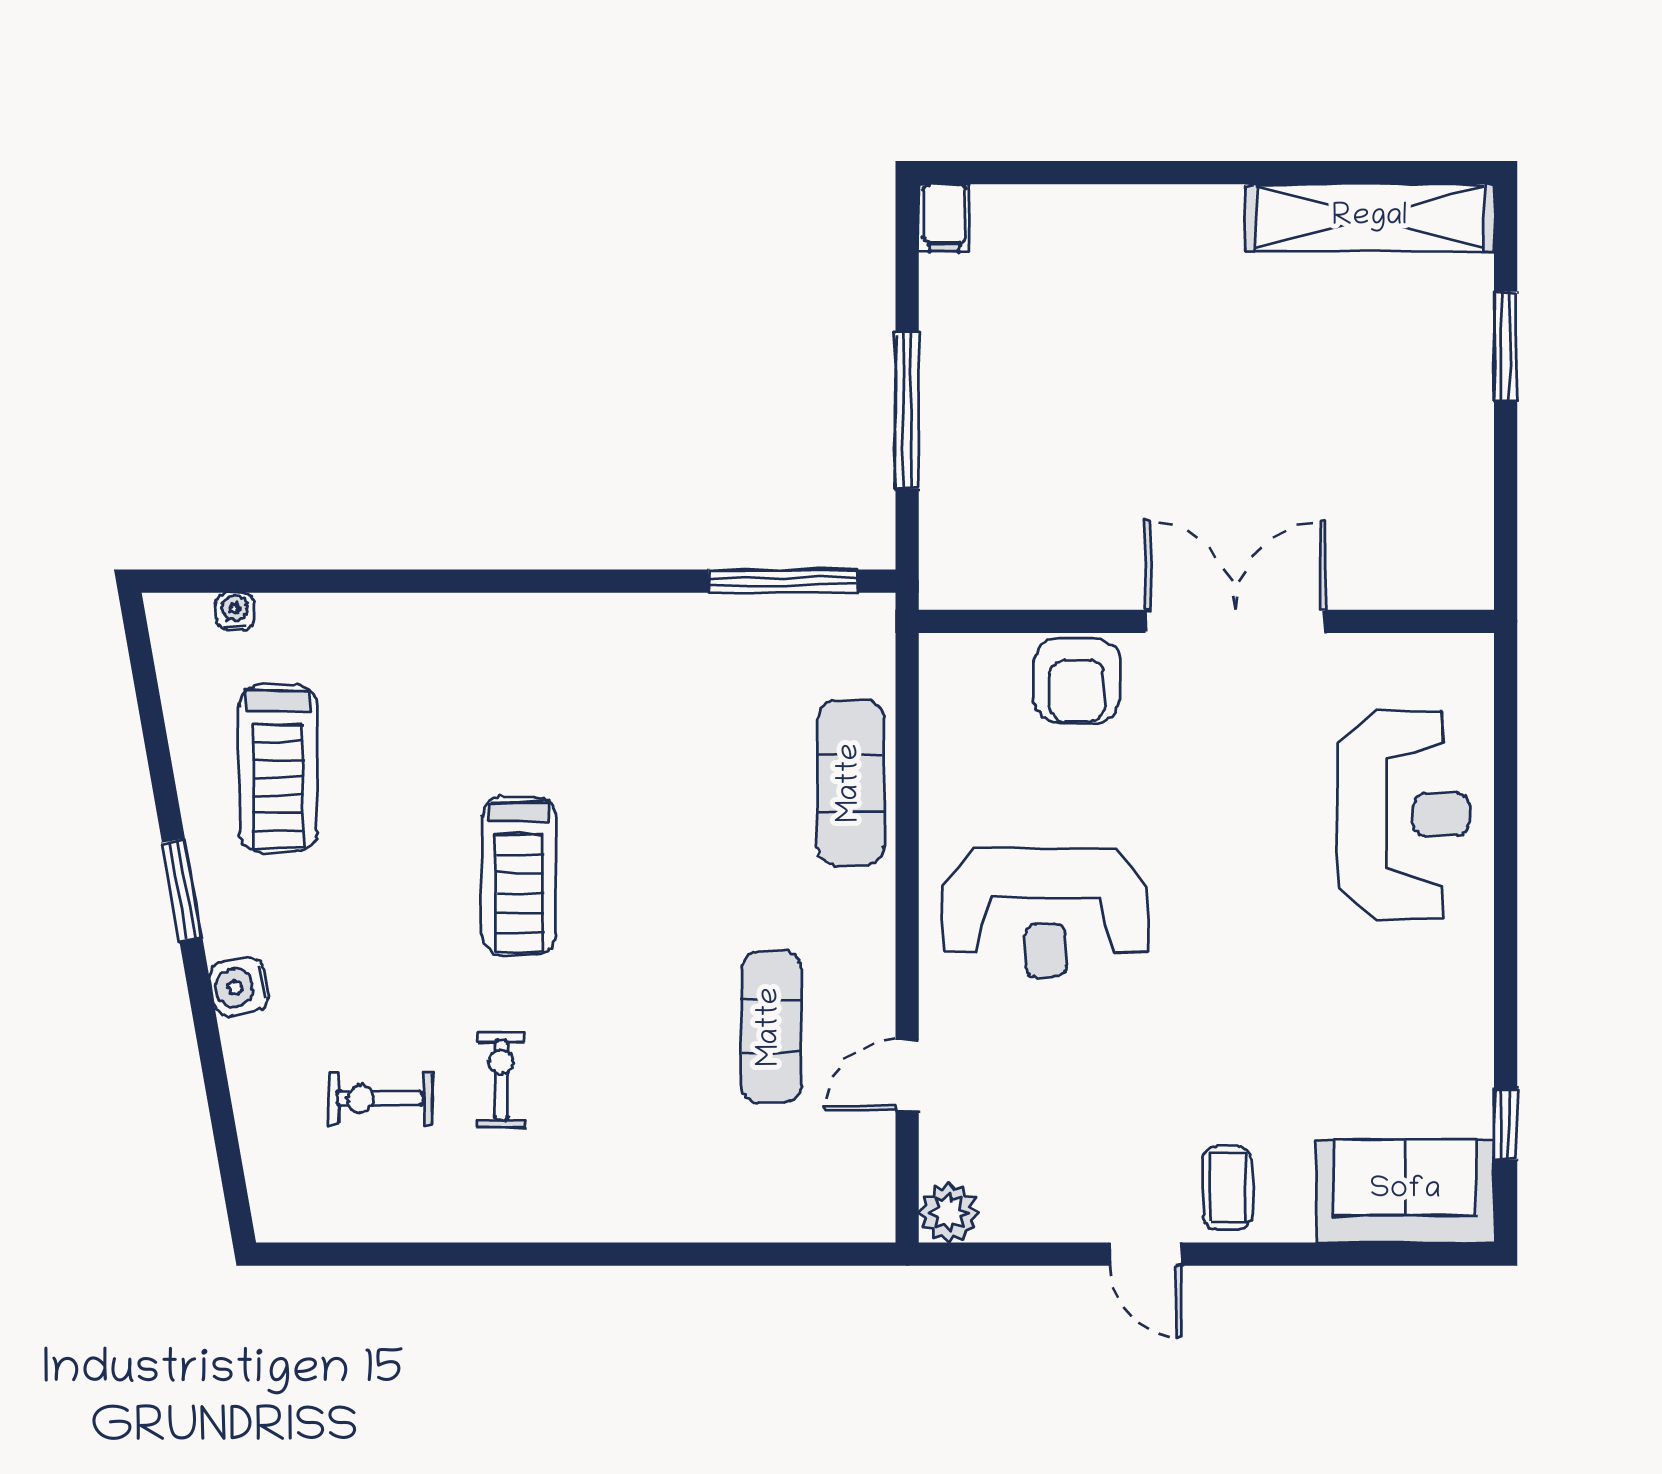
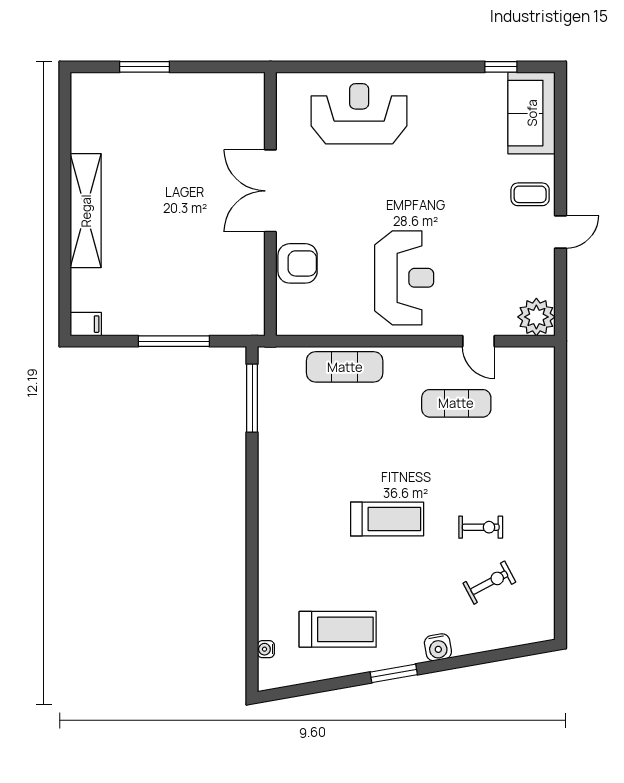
shelving: (1370, 218) -> (86, 211), moved
exercise bike: (501, 1080) -> (481, 527), turned 180
exercise bike: (380, 1099) -> (489, 583), turned -118
plant: (949, 1213) -> (536, 317), width x1.36, depth x1.36

